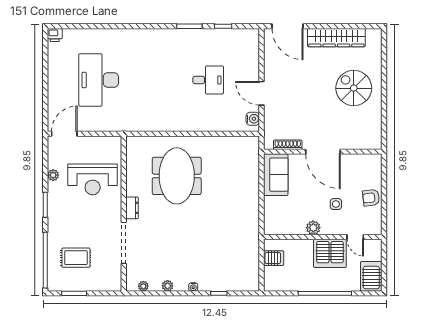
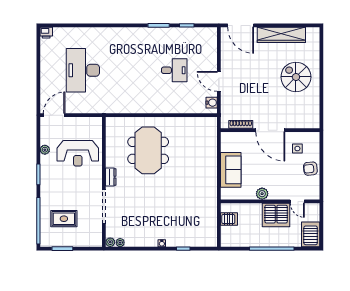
sofa: (276, 175) -> (231, 170), moved
side table: (336, 204) -> (297, 149), moved
plant: (168, 286) -> (110, 242), moved

